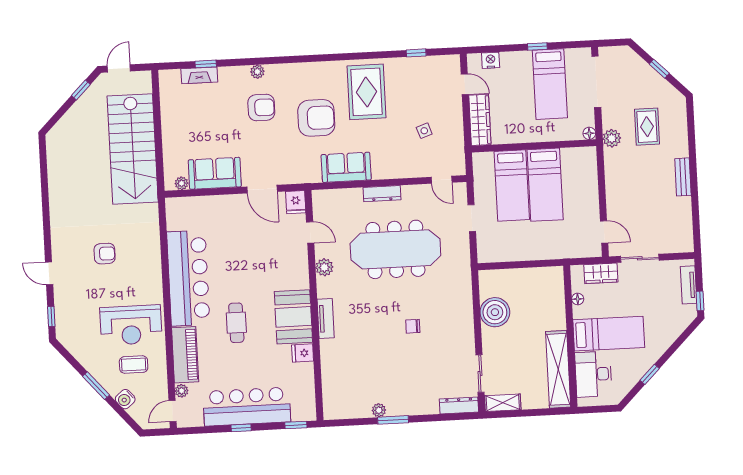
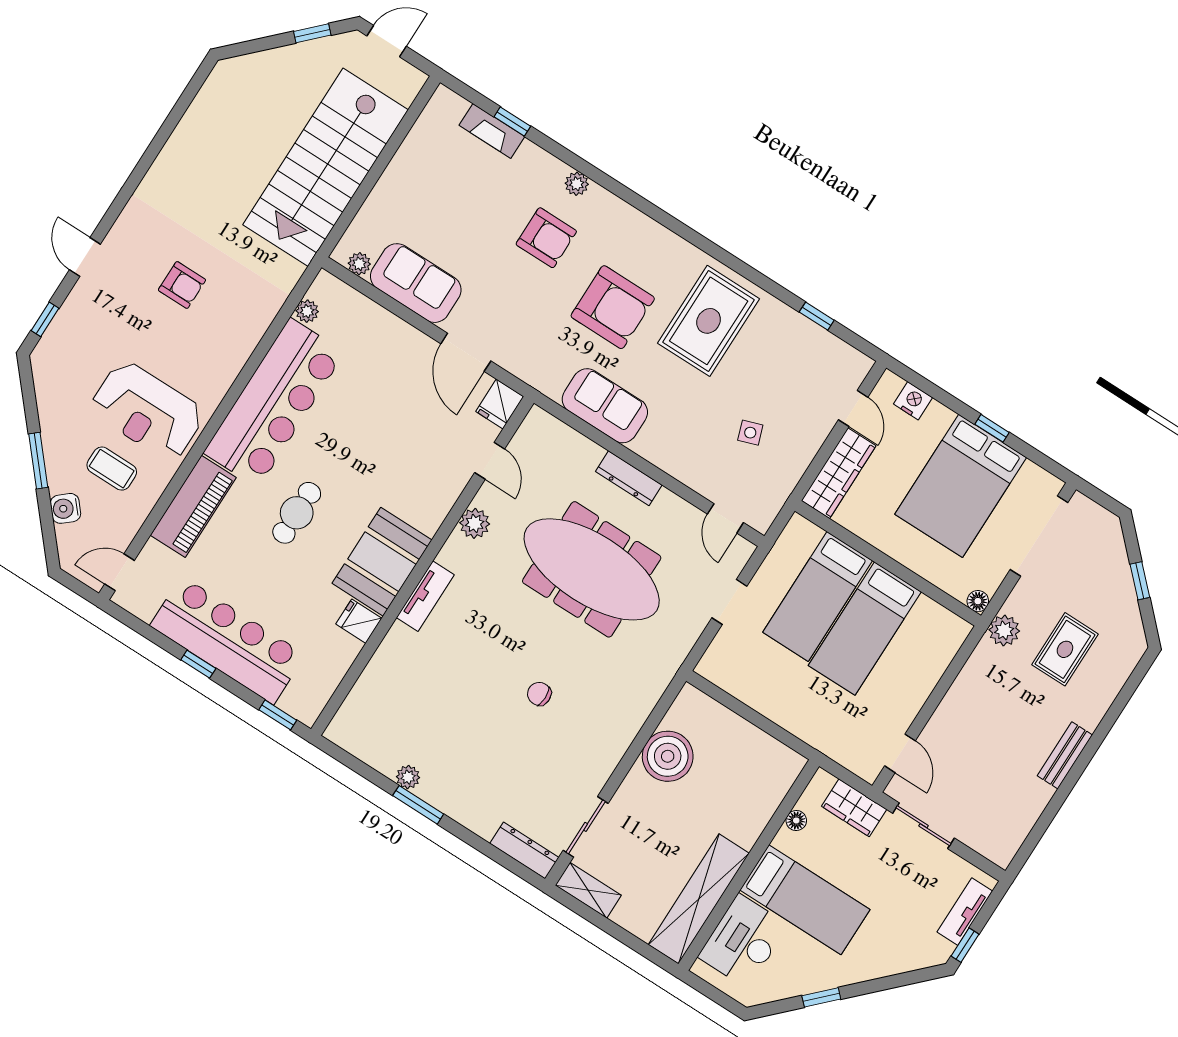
bed: (550, 84) -> (961, 486), width x1.50
plant: (182, 391) -> (307, 311), moved

